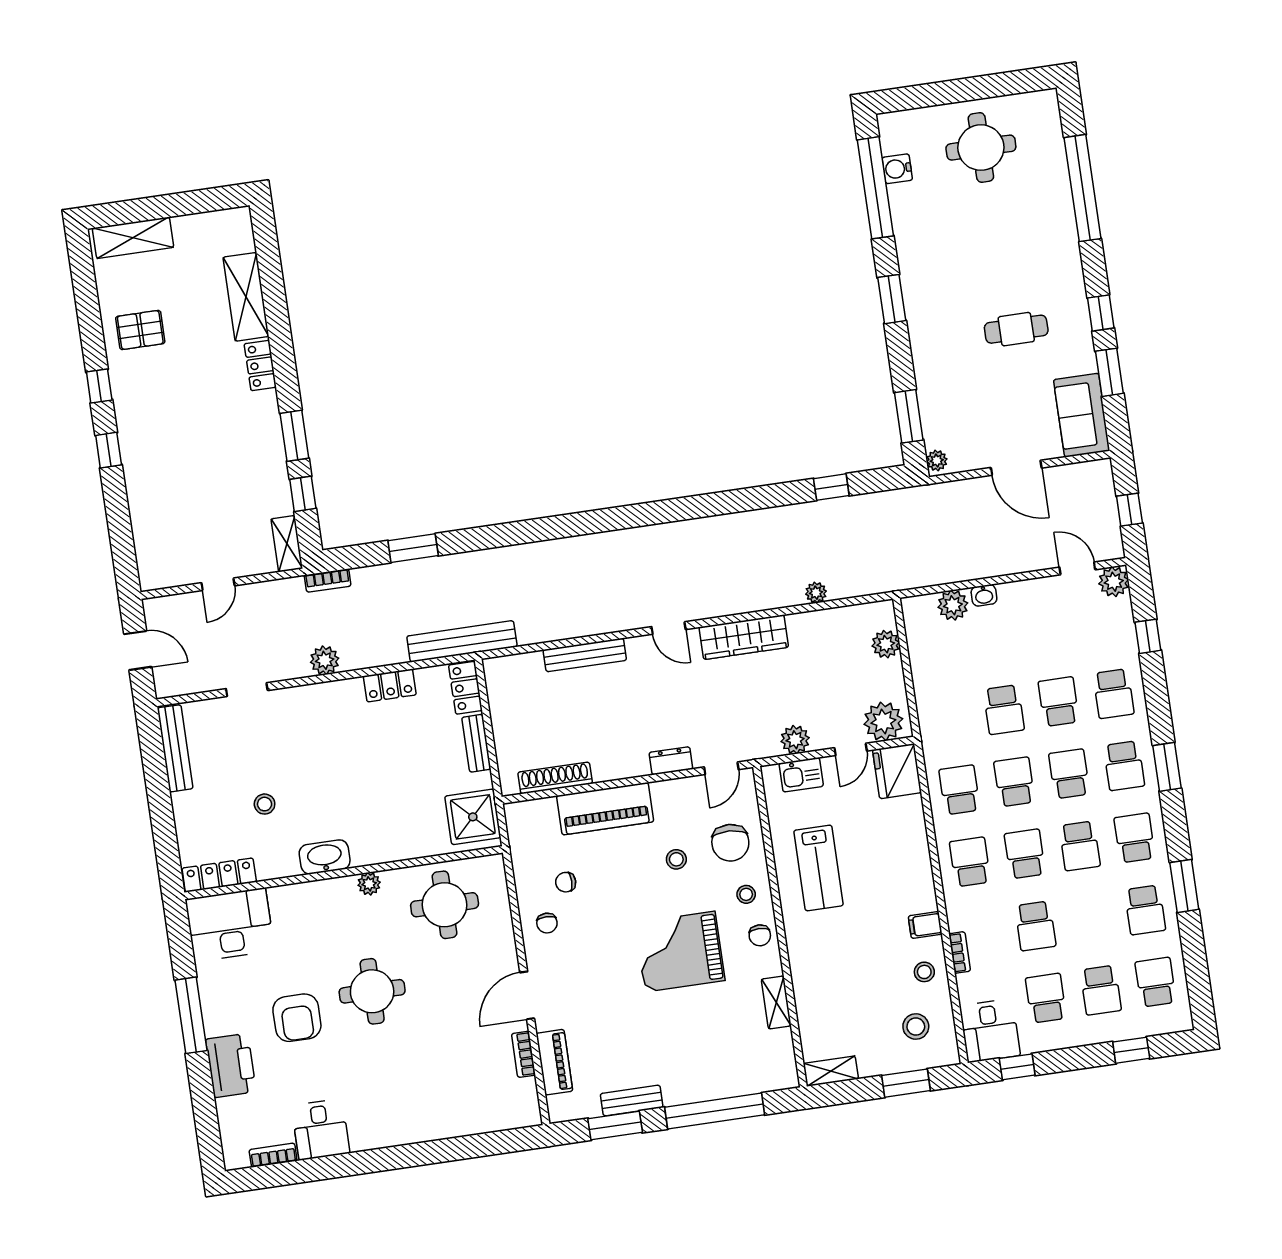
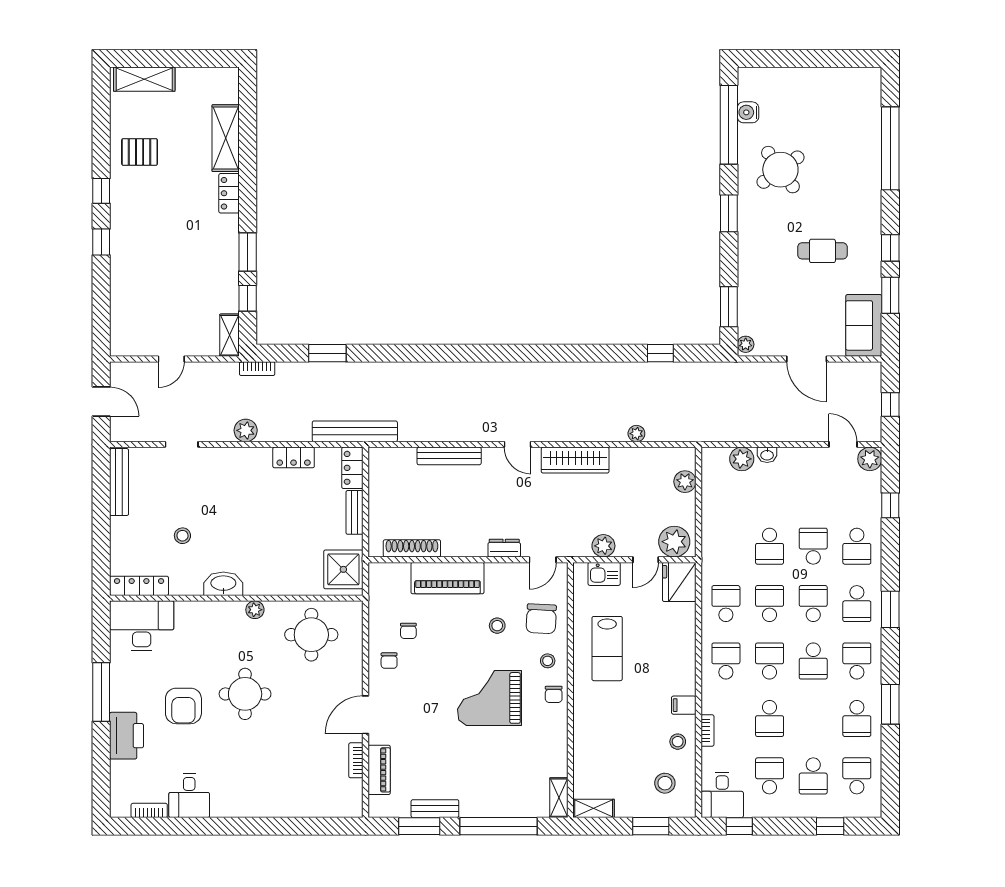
round table: (981, 148) -> (780, 170), moved, turned -36
chair: (566, 882) -> (408, 631), turned -90
shelving: (776, 1002) -> (559, 798), moved

